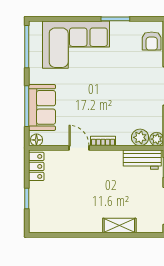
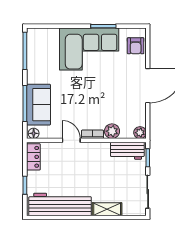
corner sofa: (76, 45) -> (89, 49), moved
plant: (140, 137) -> (112, 131), moved
workbench: (66, 220) -> (60, 204), added

